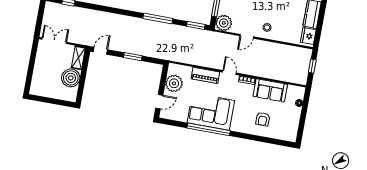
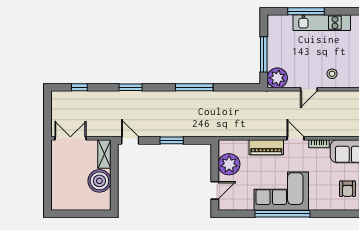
window: (196, 25) -> (131, 87), moved
door: (100, 51) -> (130, 140), hinge flipped

